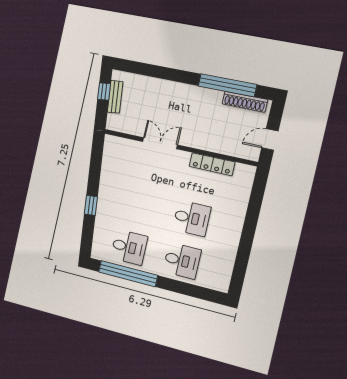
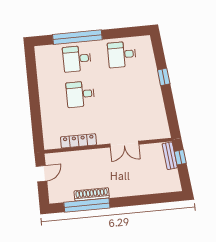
window: (104, 91) -> (180, 157), moved
bench: (115, 97) -> (170, 156), moved
shoe rack: (245, 102) -> (92, 194), moved
window: (128, 274) -> (77, 37), moved

